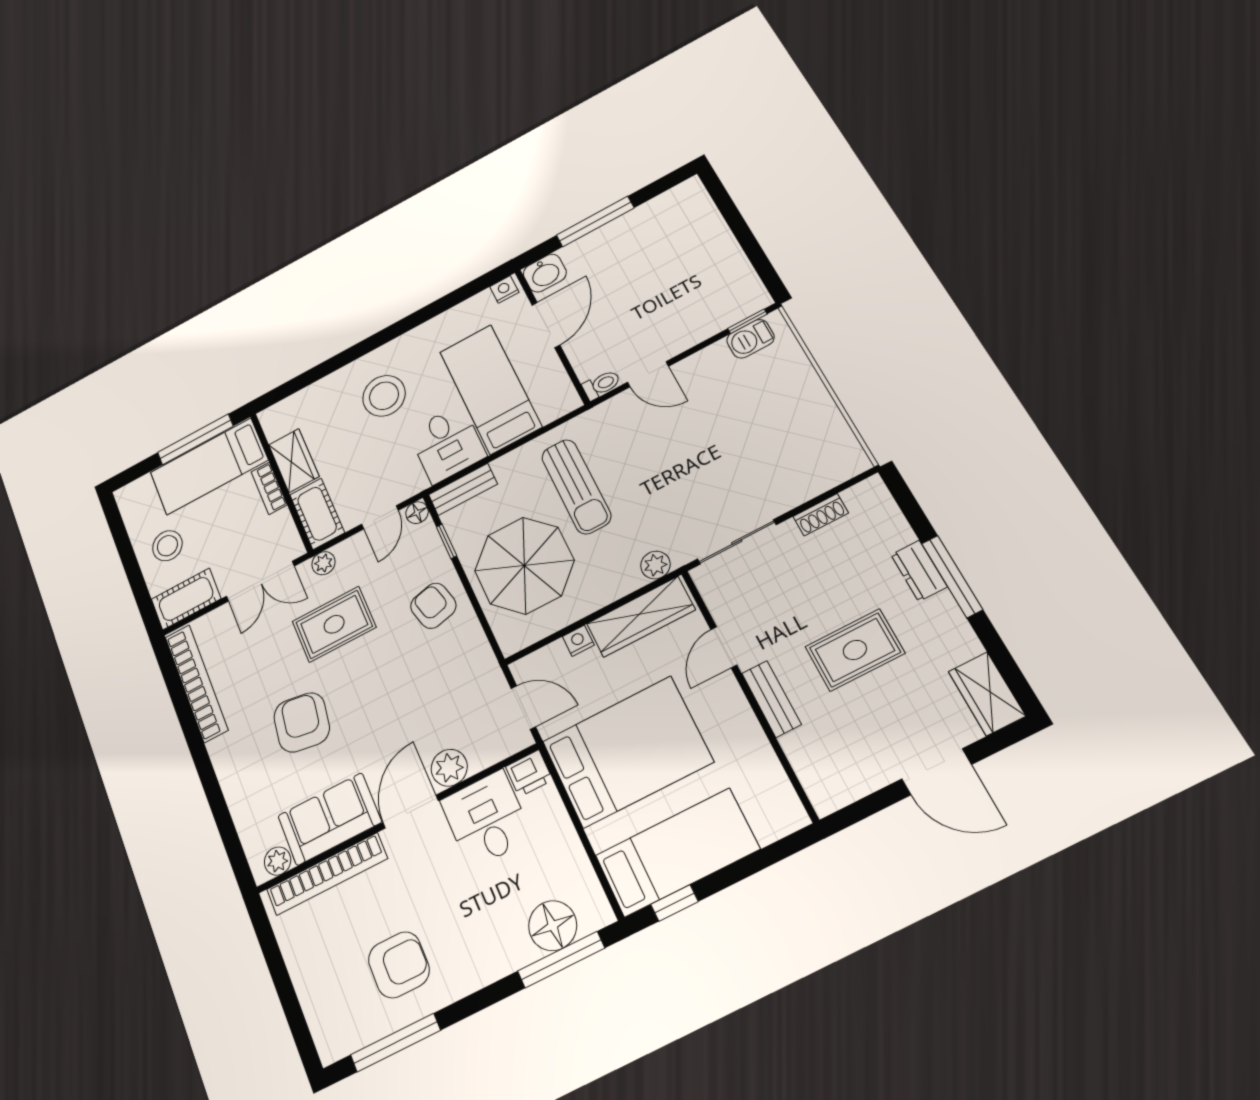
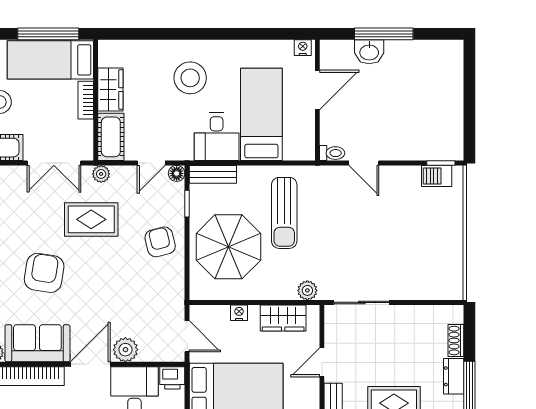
washbasin: (545, 273) -> (369, 52), moved
shoe rack: (821, 515) -> (456, 341), moved, turned 90
wardrobe: (641, 617) -> (283, 318), width x0.67

